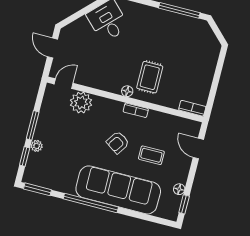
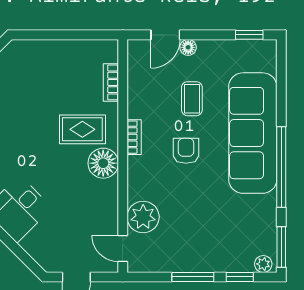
floor lamp: (127, 91) -> (103, 163), width x1.89, depth x1.89
bookcase: (192, 108) -> (111, 82), moved
armchair: (118, 142) -> (186, 151), turned -124
plant: (37, 146) -> (263, 264), moved
floor lamp: (179, 189) -> (188, 47), moved

